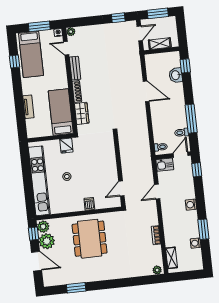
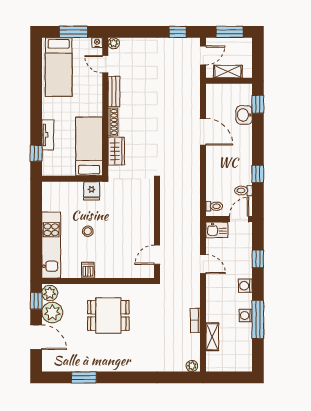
window: (15, 62) -> (36, 153), moved
window: (191, 119) -> (258, 174), width x0.46
window: (197, 170) -> (258, 259), moved
kitchen unit: (39, 181) -> (51, 245), width x0.73
door: (157, 192) -> (203, 264), swing flipped
dishwasher: (89, 204) -> (88, 270), moved
window: (203, 229) -> (258, 320), width x1.44
dining table: (90, 239) -> (108, 315), width x0.73
washing machine: (196, 243) -> (246, 315), moved
shelving: (171, 258) -> (212, 337), moved

